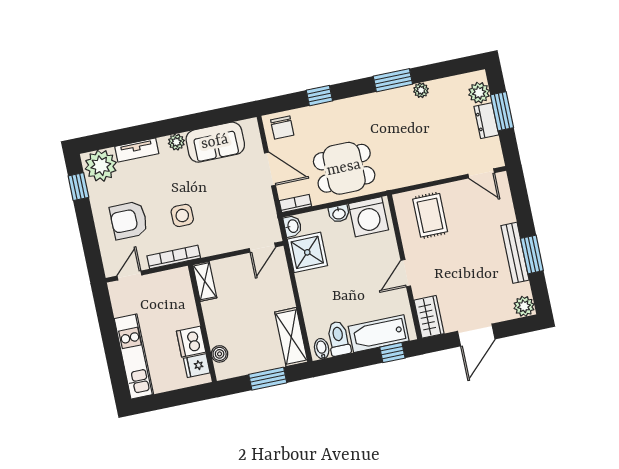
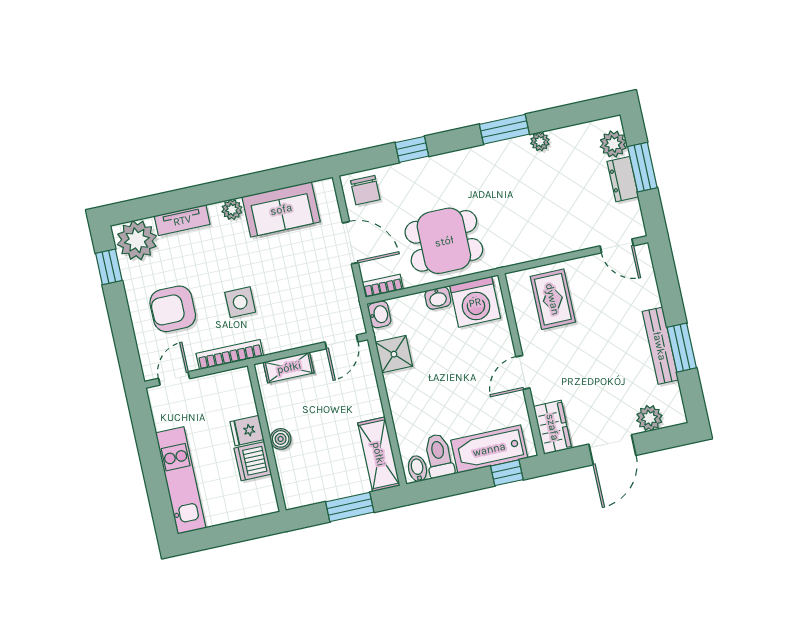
shower: (307, 252) -> (394, 354), width x0.73, depth x0.73
shelving: (205, 281) -> (289, 367), moved, turned 90
plant: (524, 306) -> (649, 418), moved
boiler: (220, 354) -> (281, 439), moved
fridge: (197, 366) -> (247, 431), moved

